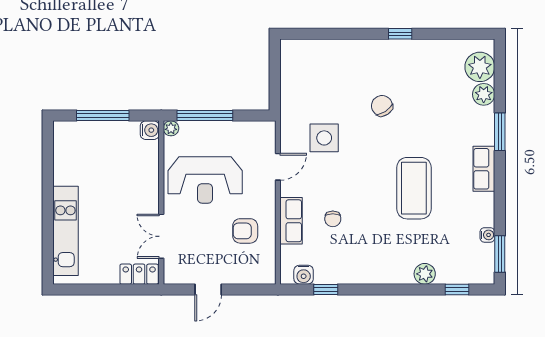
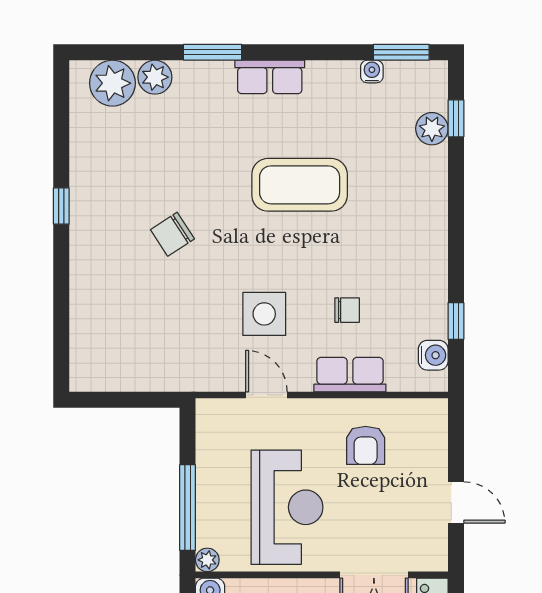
side table: (324, 138) -> (264, 314), moved
plant: (425, 274) -> (432, 129), moved

